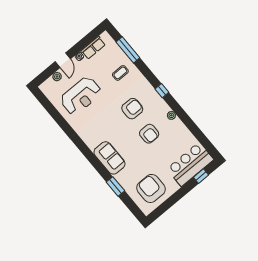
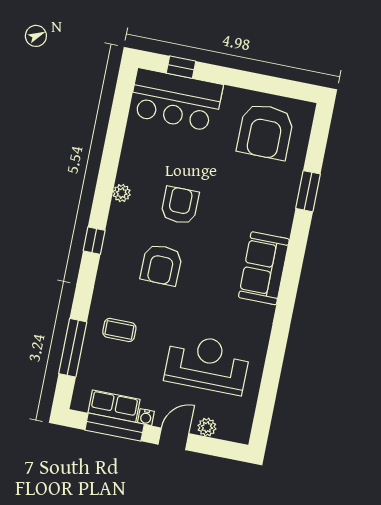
window: (85, 42) -> (115, 427), added
armchair: (132, 109) -> (161, 265), turned -89
sofa: (109, 158) -> (264, 268), moved

